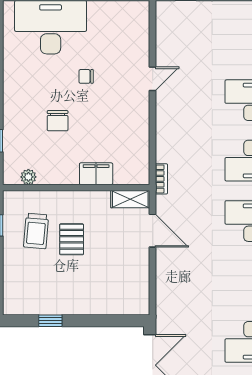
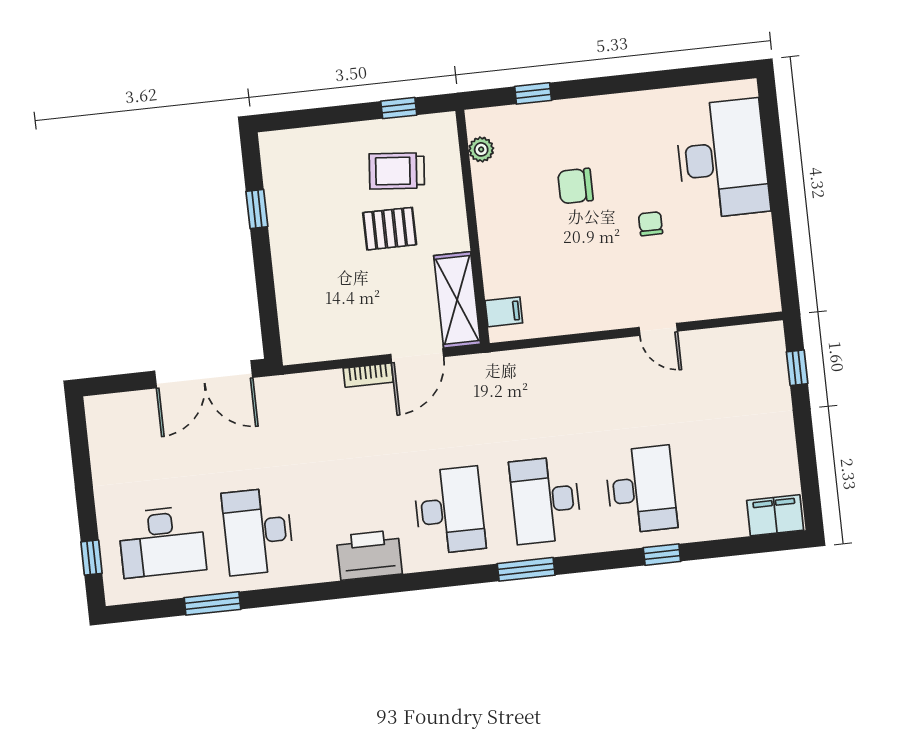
filing cabinet: (96, 174) -> (504, 312), moved, width x0.50
bookcase: (161, 179) -> (368, 375), moved
shelving: (130, 199) -> (457, 300), width x1.50, depth x1.33

